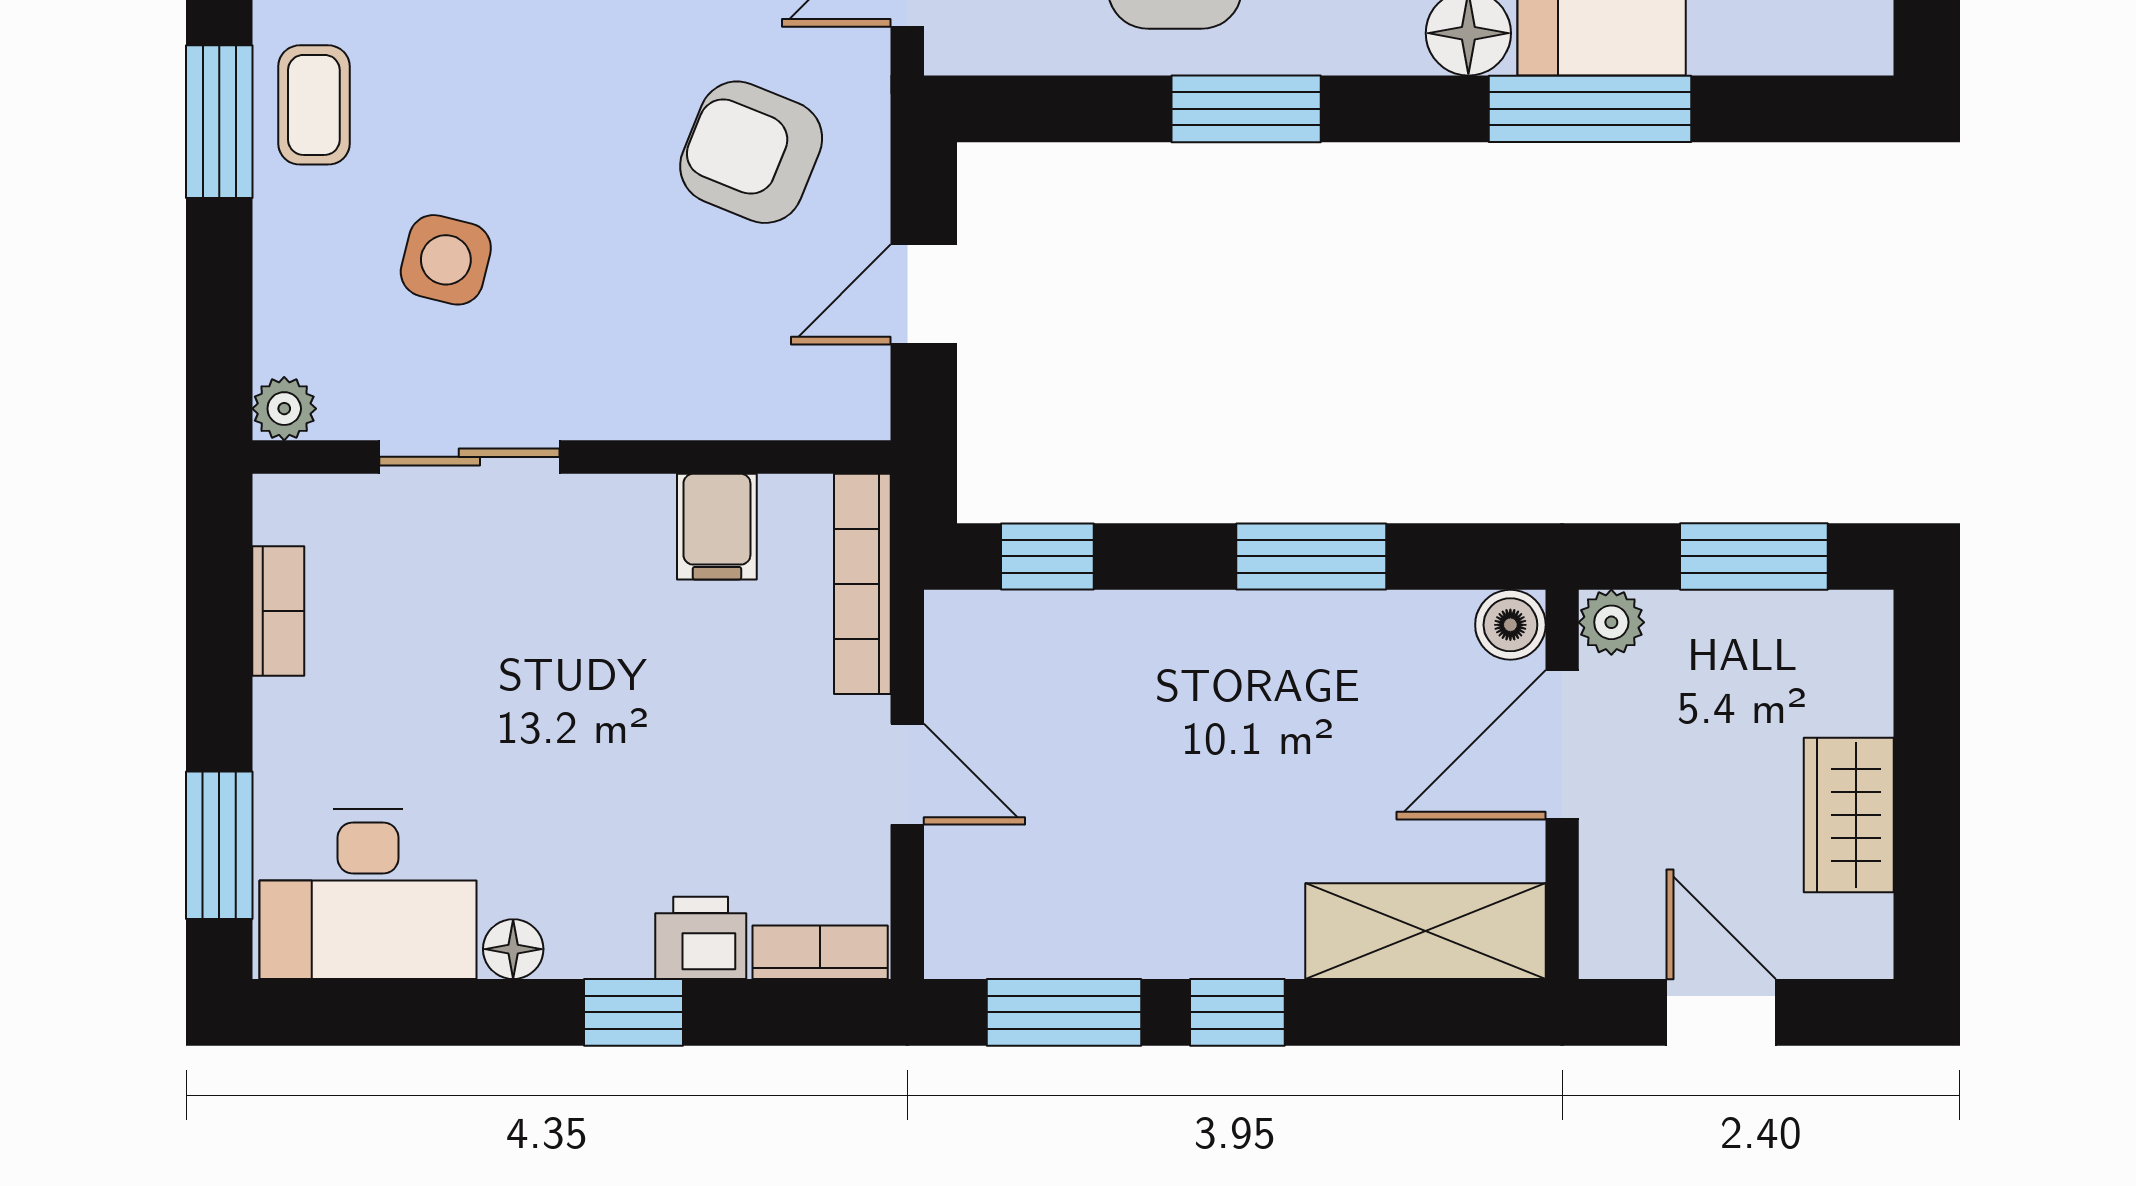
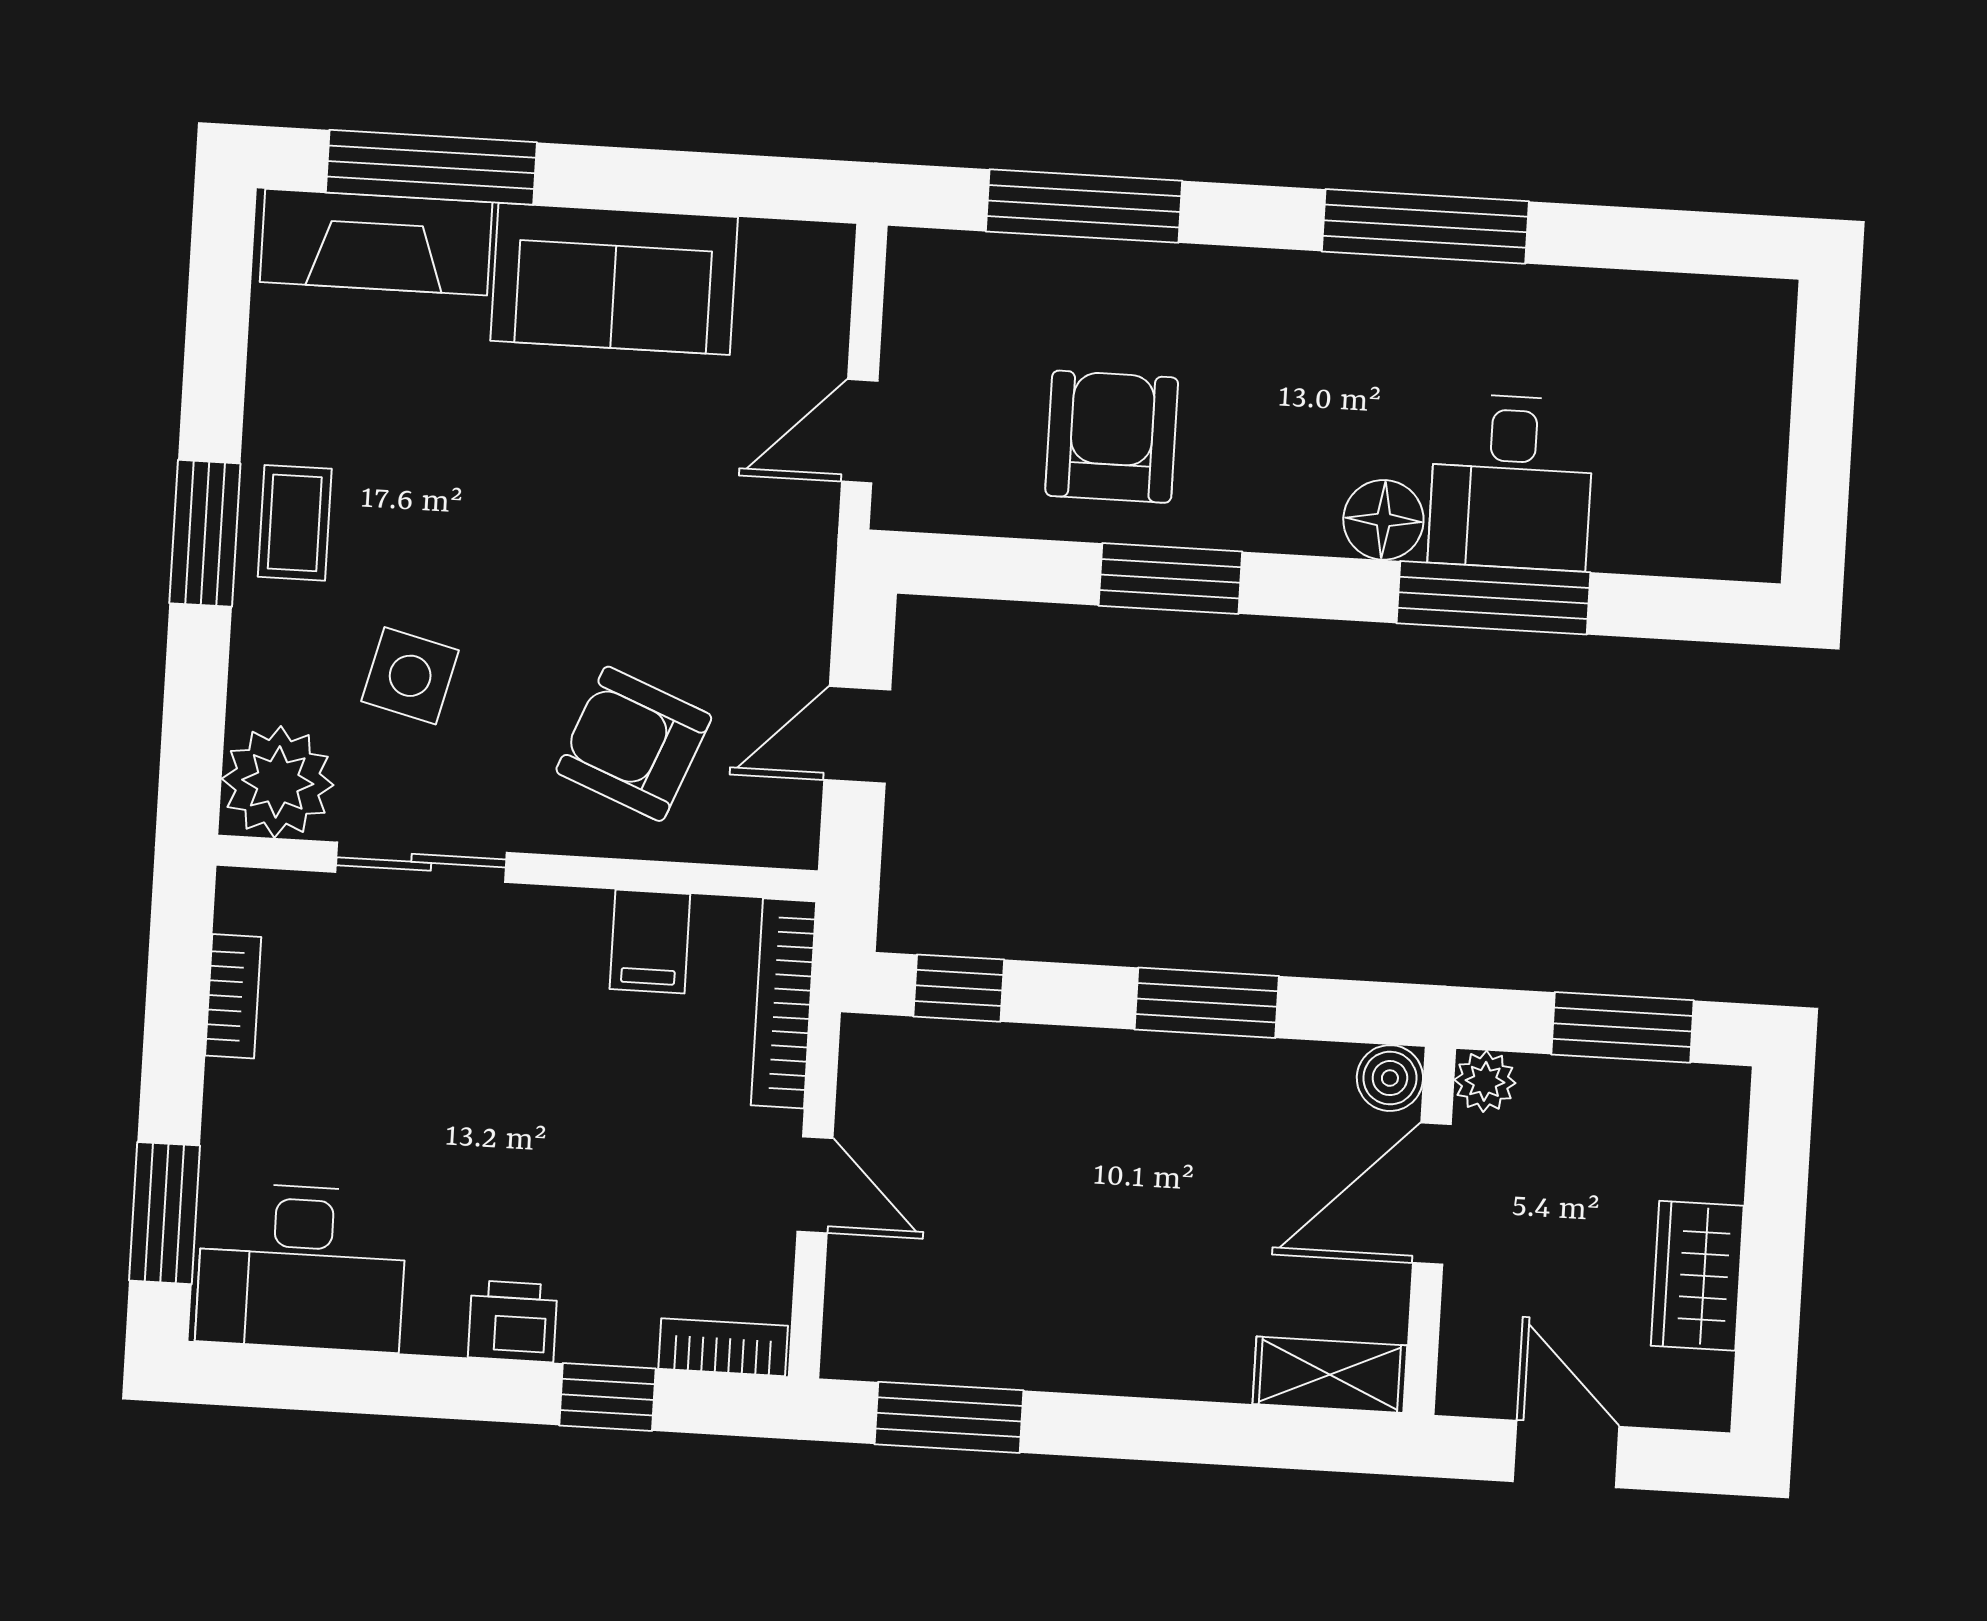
armchair: (751, 152) -> (634, 744), moved
plant: (284, 409) -> (278, 782), width x1.87, depth x1.87
shelving: (1425, 931) -> (1330, 1375), width x0.67, depth x0.75
printer: (701, 938) -> (513, 1321), moved
floor lamp: (513, 949) -> (435, 1327), removed
window: (633, 1012) -> (607, 1397), moved
window: (1237, 1012) -> (1112, 1427), removed

